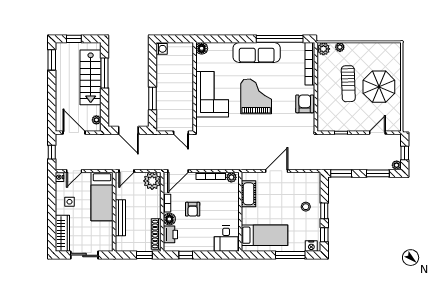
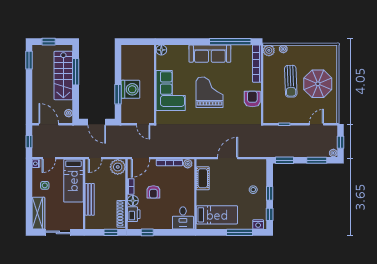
washing machine: (162, 49) -> (130, 89), moved, width x1.89, depth x1.89

